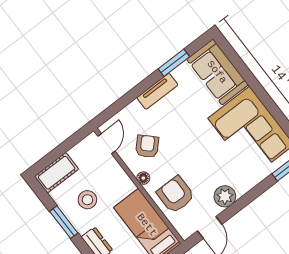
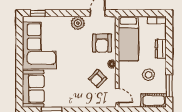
tv unit: (157, 91) -> (71, 102), removed
door: (106, 144) -> (117, 96), swing flipped
window: (64, 222) -> (169, 86), moved

